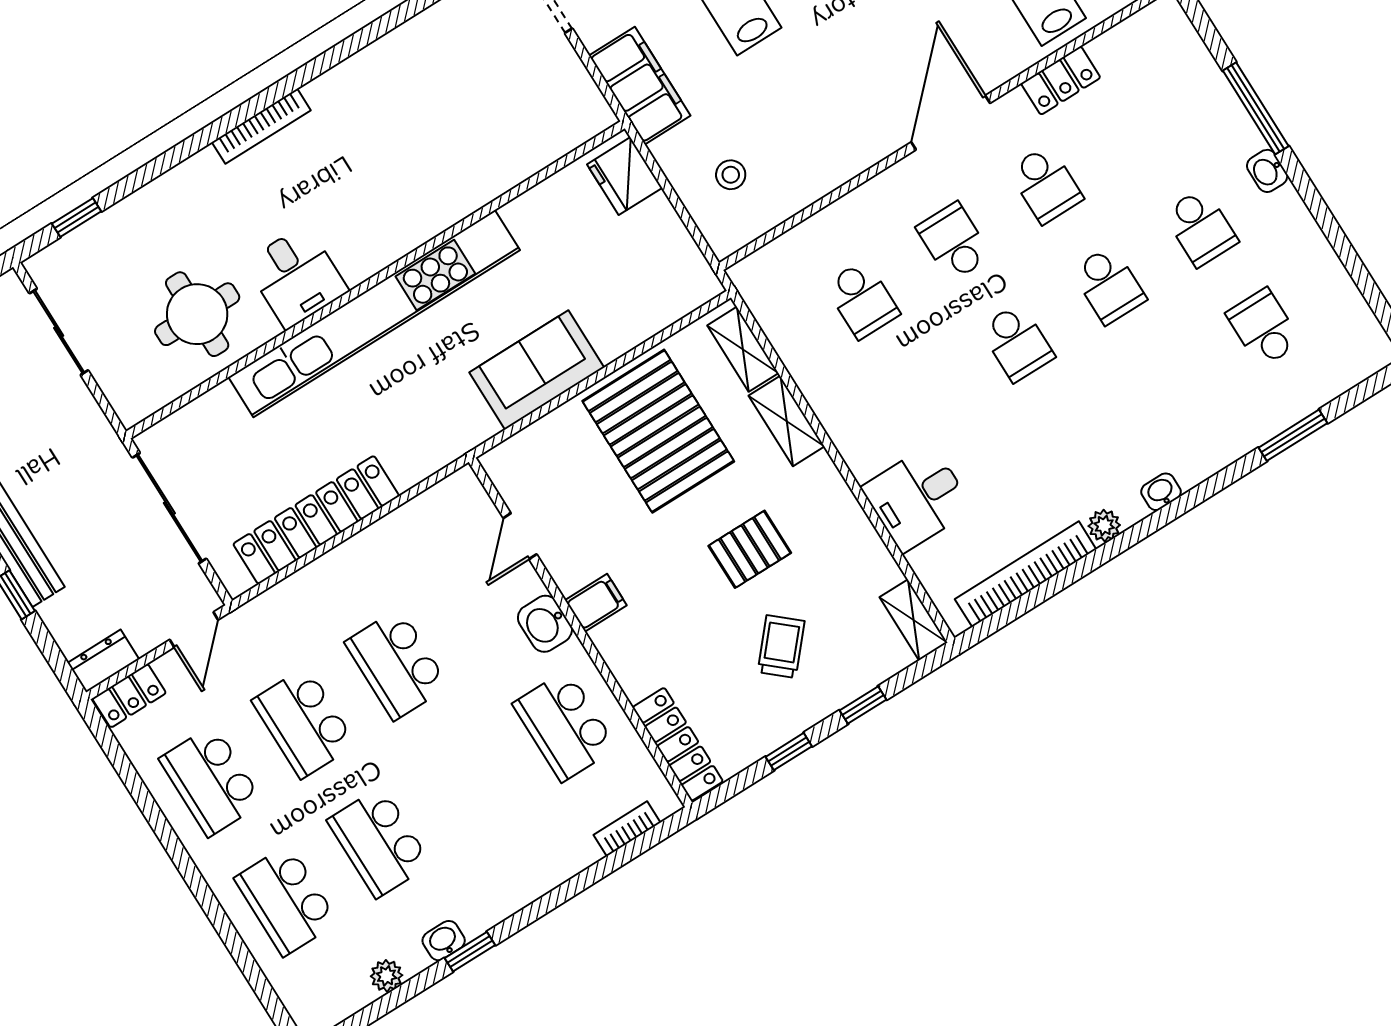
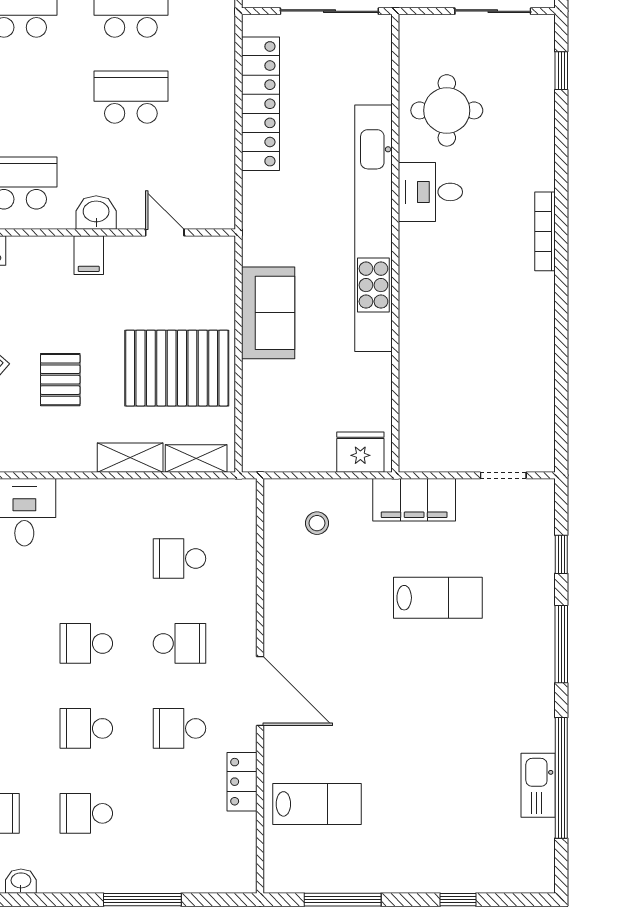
washbasin: (1267, 171) -> (21, 881), moved

